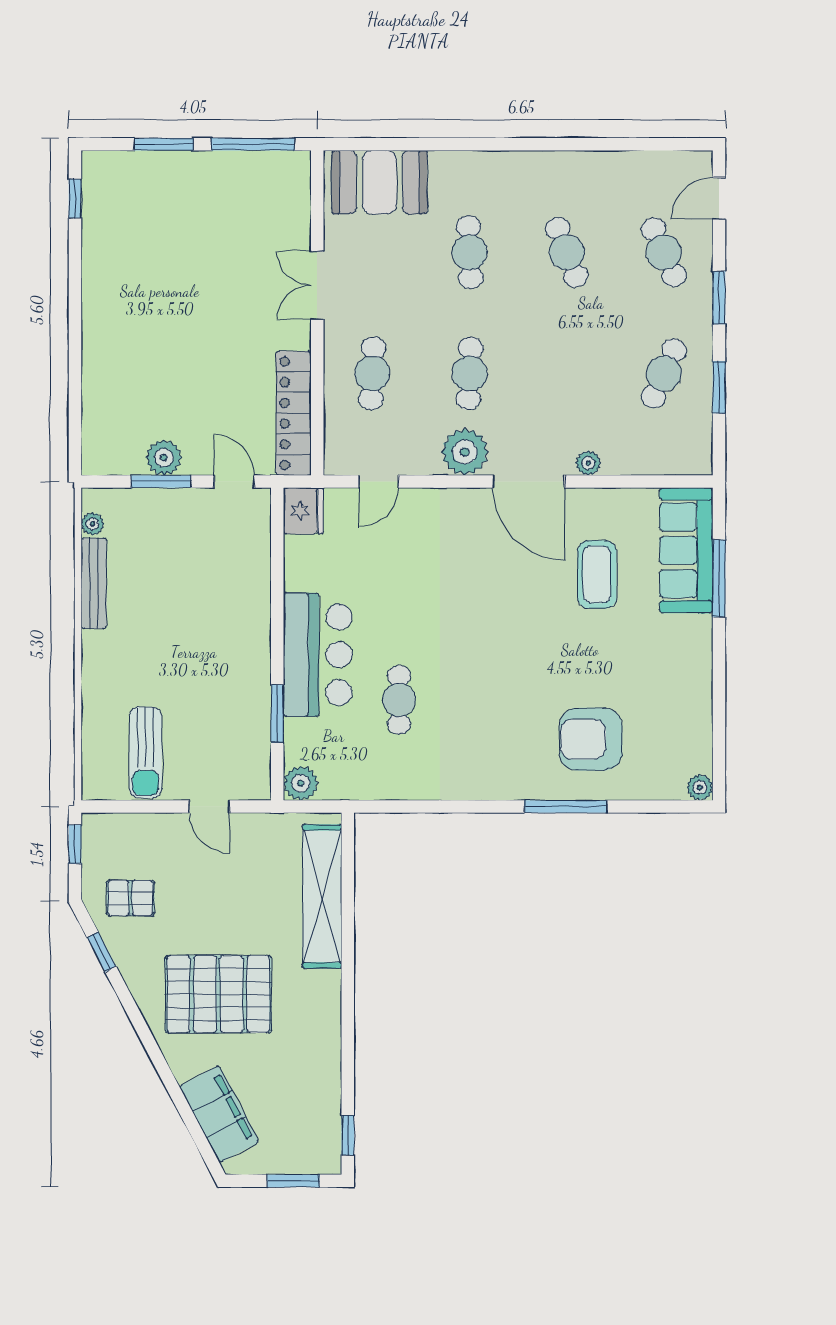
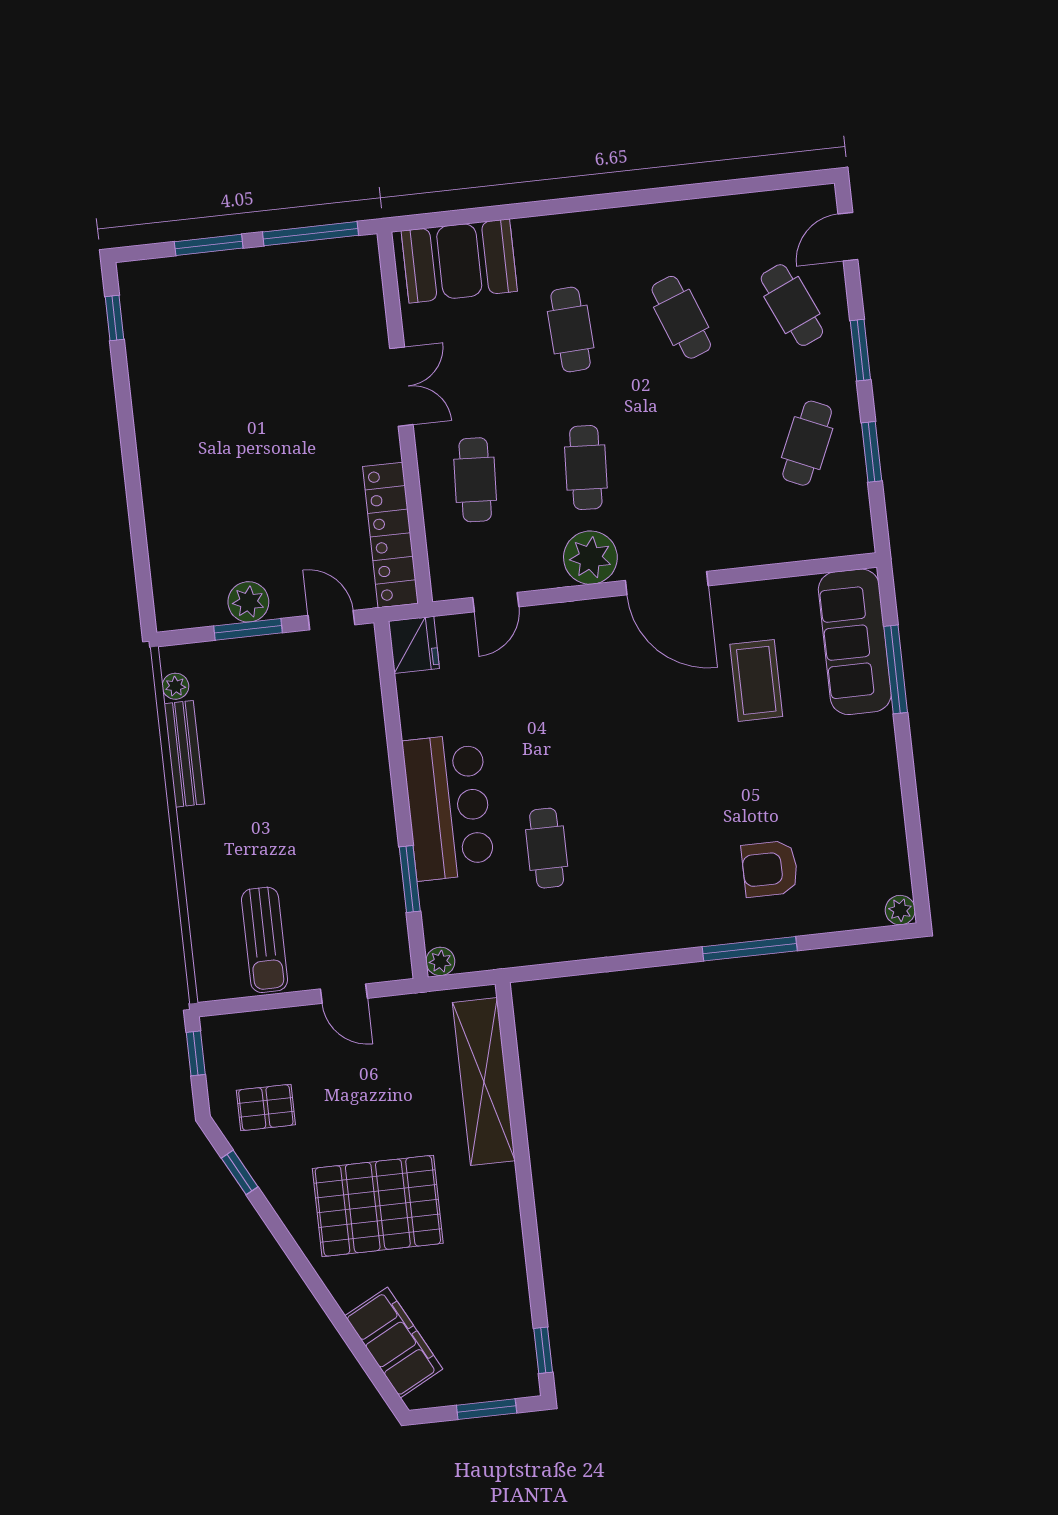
double door: (317, 285) -> (401, 387), swing flipped
plant: (588, 463) -> (732, 555), removed
armchair: (591, 739) -> (770, 869), width x0.73, depth x0.73
plant: (301, 783) -> (440, 961), width x0.73, depth x0.73

